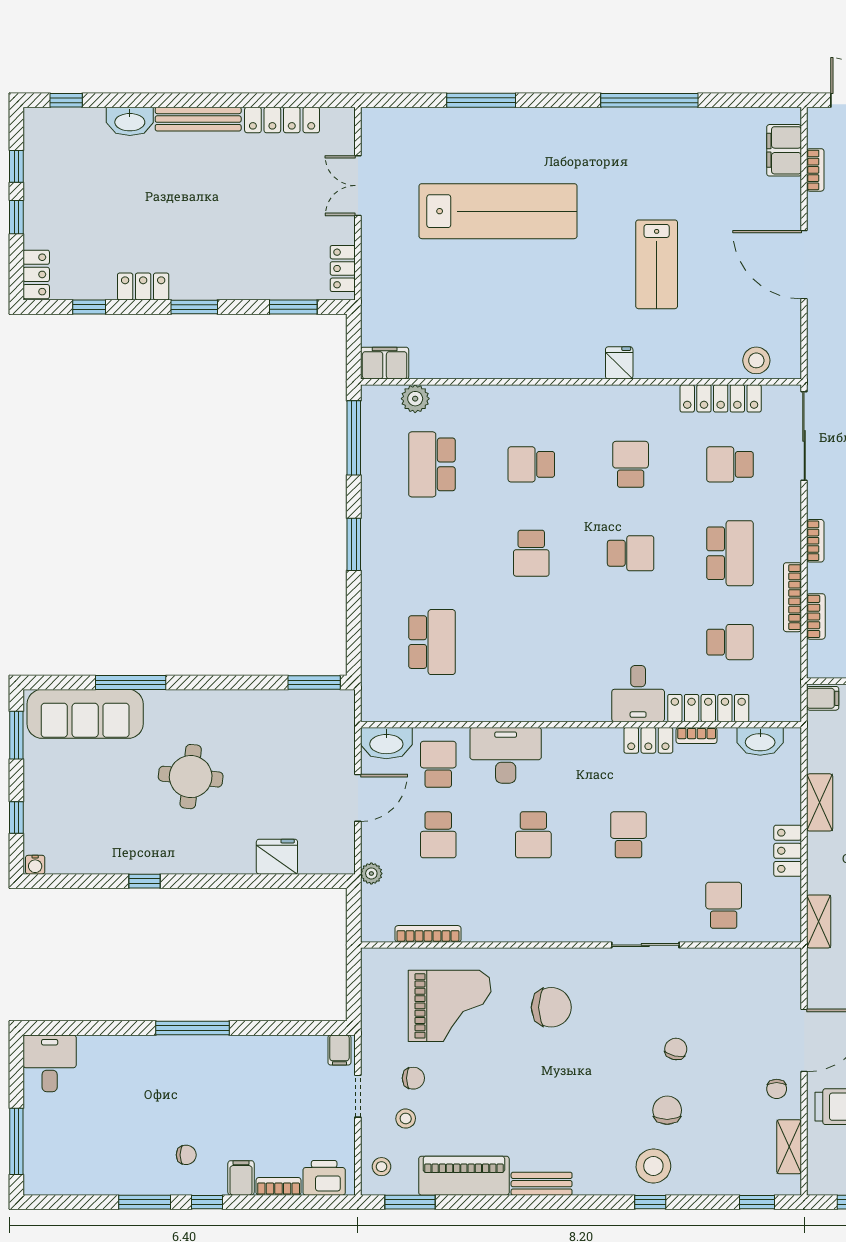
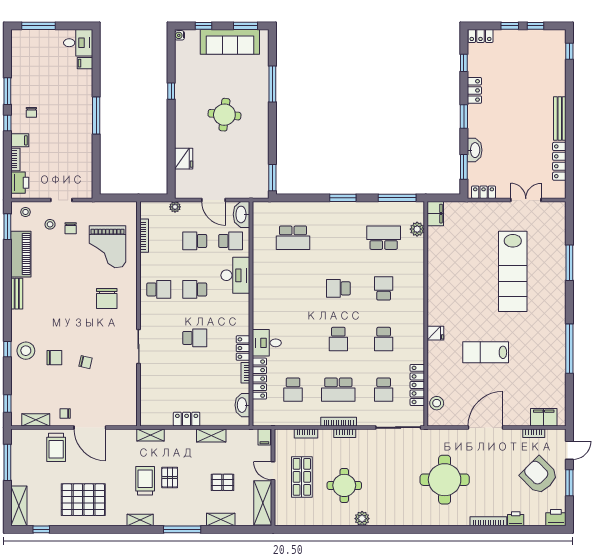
washbasin: (130, 121) -> (475, 150), moved, turned 180
school desk: (631, 464) -> (384, 339), turned 90
school desk: (730, 464) -> (384, 390), turned 180
bookcase: (792, 597) -> (339, 422), moved
sofa: (85, 714) -> (230, 42), moved, turned -90
school desk: (724, 905) -> (159, 289), moved
filing cabinet: (339, 1050) -> (85, 63), moved

